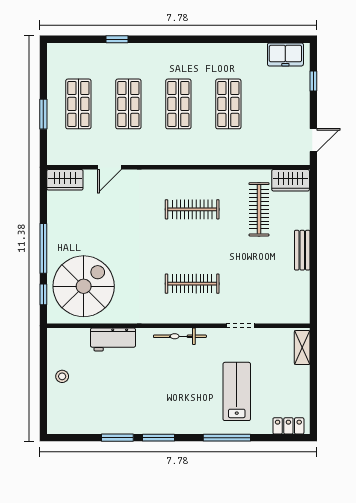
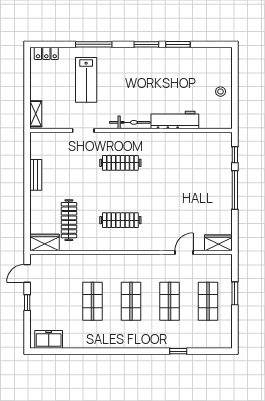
window: (313, 81) -> (27, 303), moved
bench: (302, 250) -> (36, 175), moved
spiral stairs: (84, 286) -> (204, 161), removed
workbench: (113, 339) -> (175, 120), width x1.38

